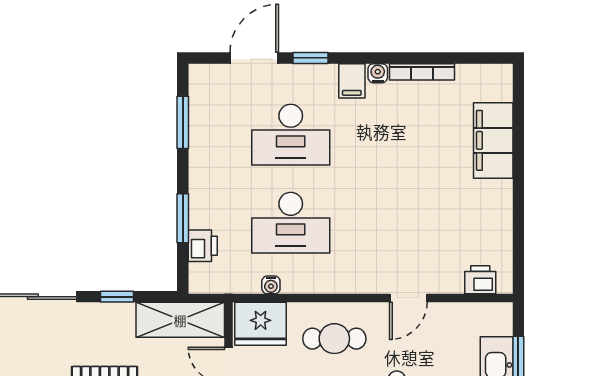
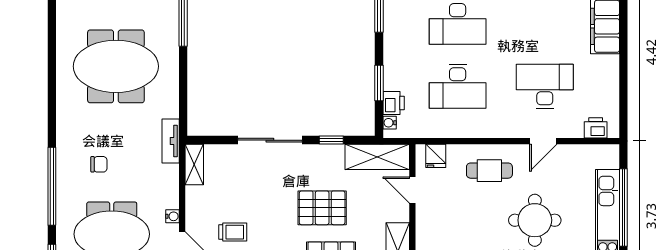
desk: (410, 223) -> (545, 86), added
water cooler: (271, 285) -> (390, 123), moved, turned 90
fridge: (261, 324) -> (436, 156), width x0.53, depth x0.75

